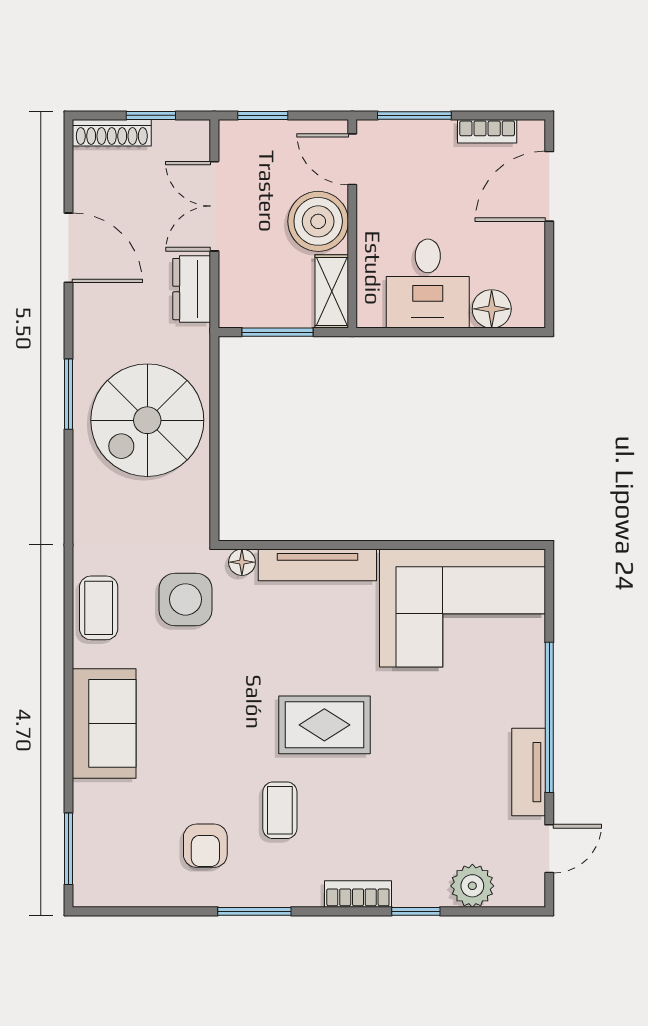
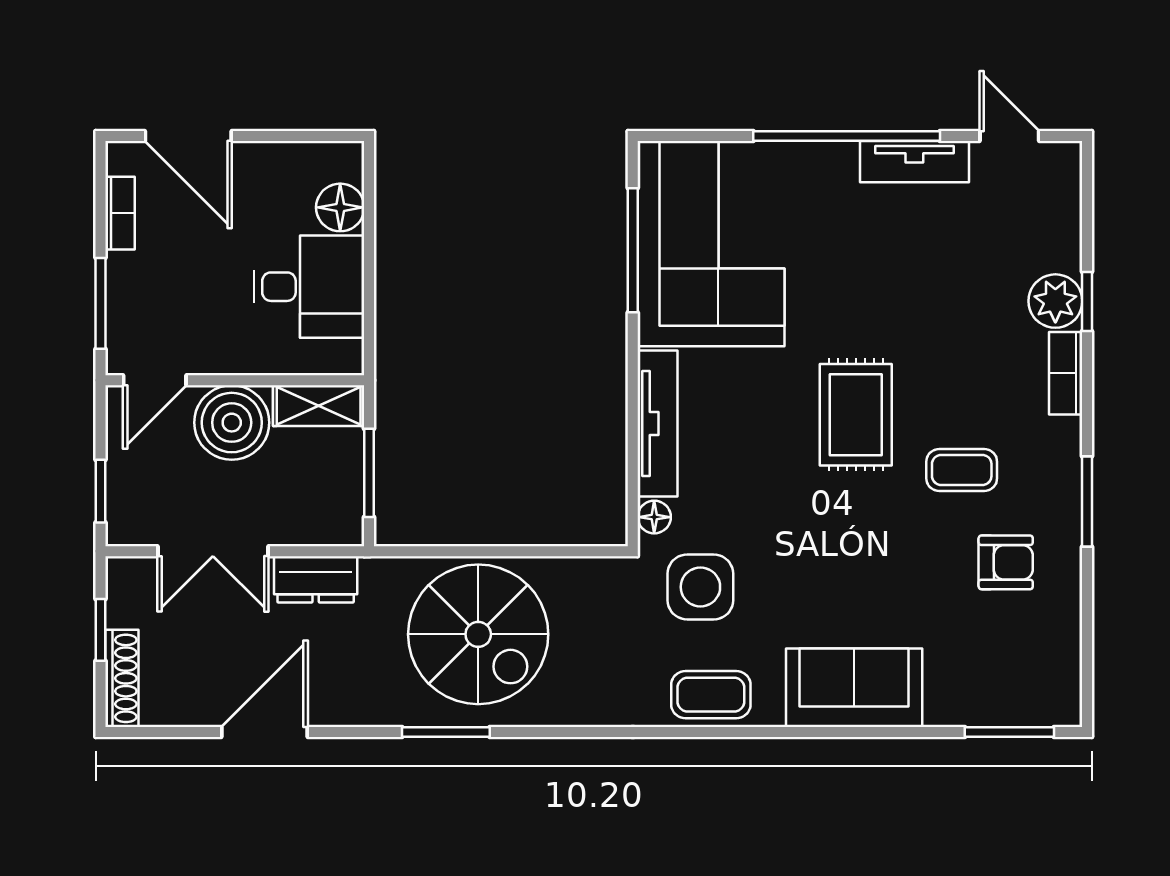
window: (457, 545) -> (633, 250), added
plant: (472, 886) -> (1055, 301), moved

